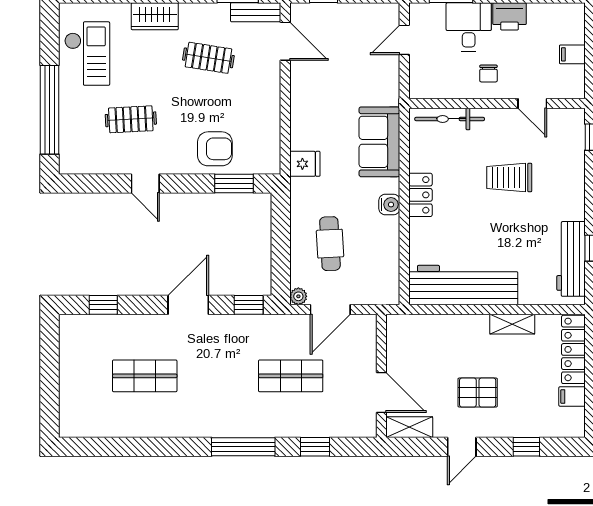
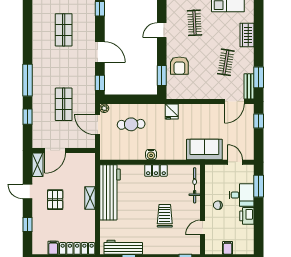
sofa: (379, 142) -> (204, 150), moved
shelving: (512, 324) -> (90, 198), moved

